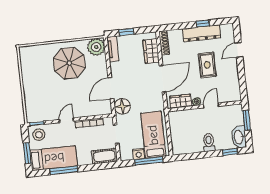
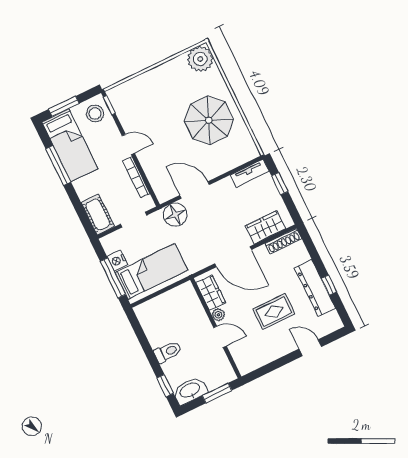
plant: (96, 47) -> (200, 59), moved

